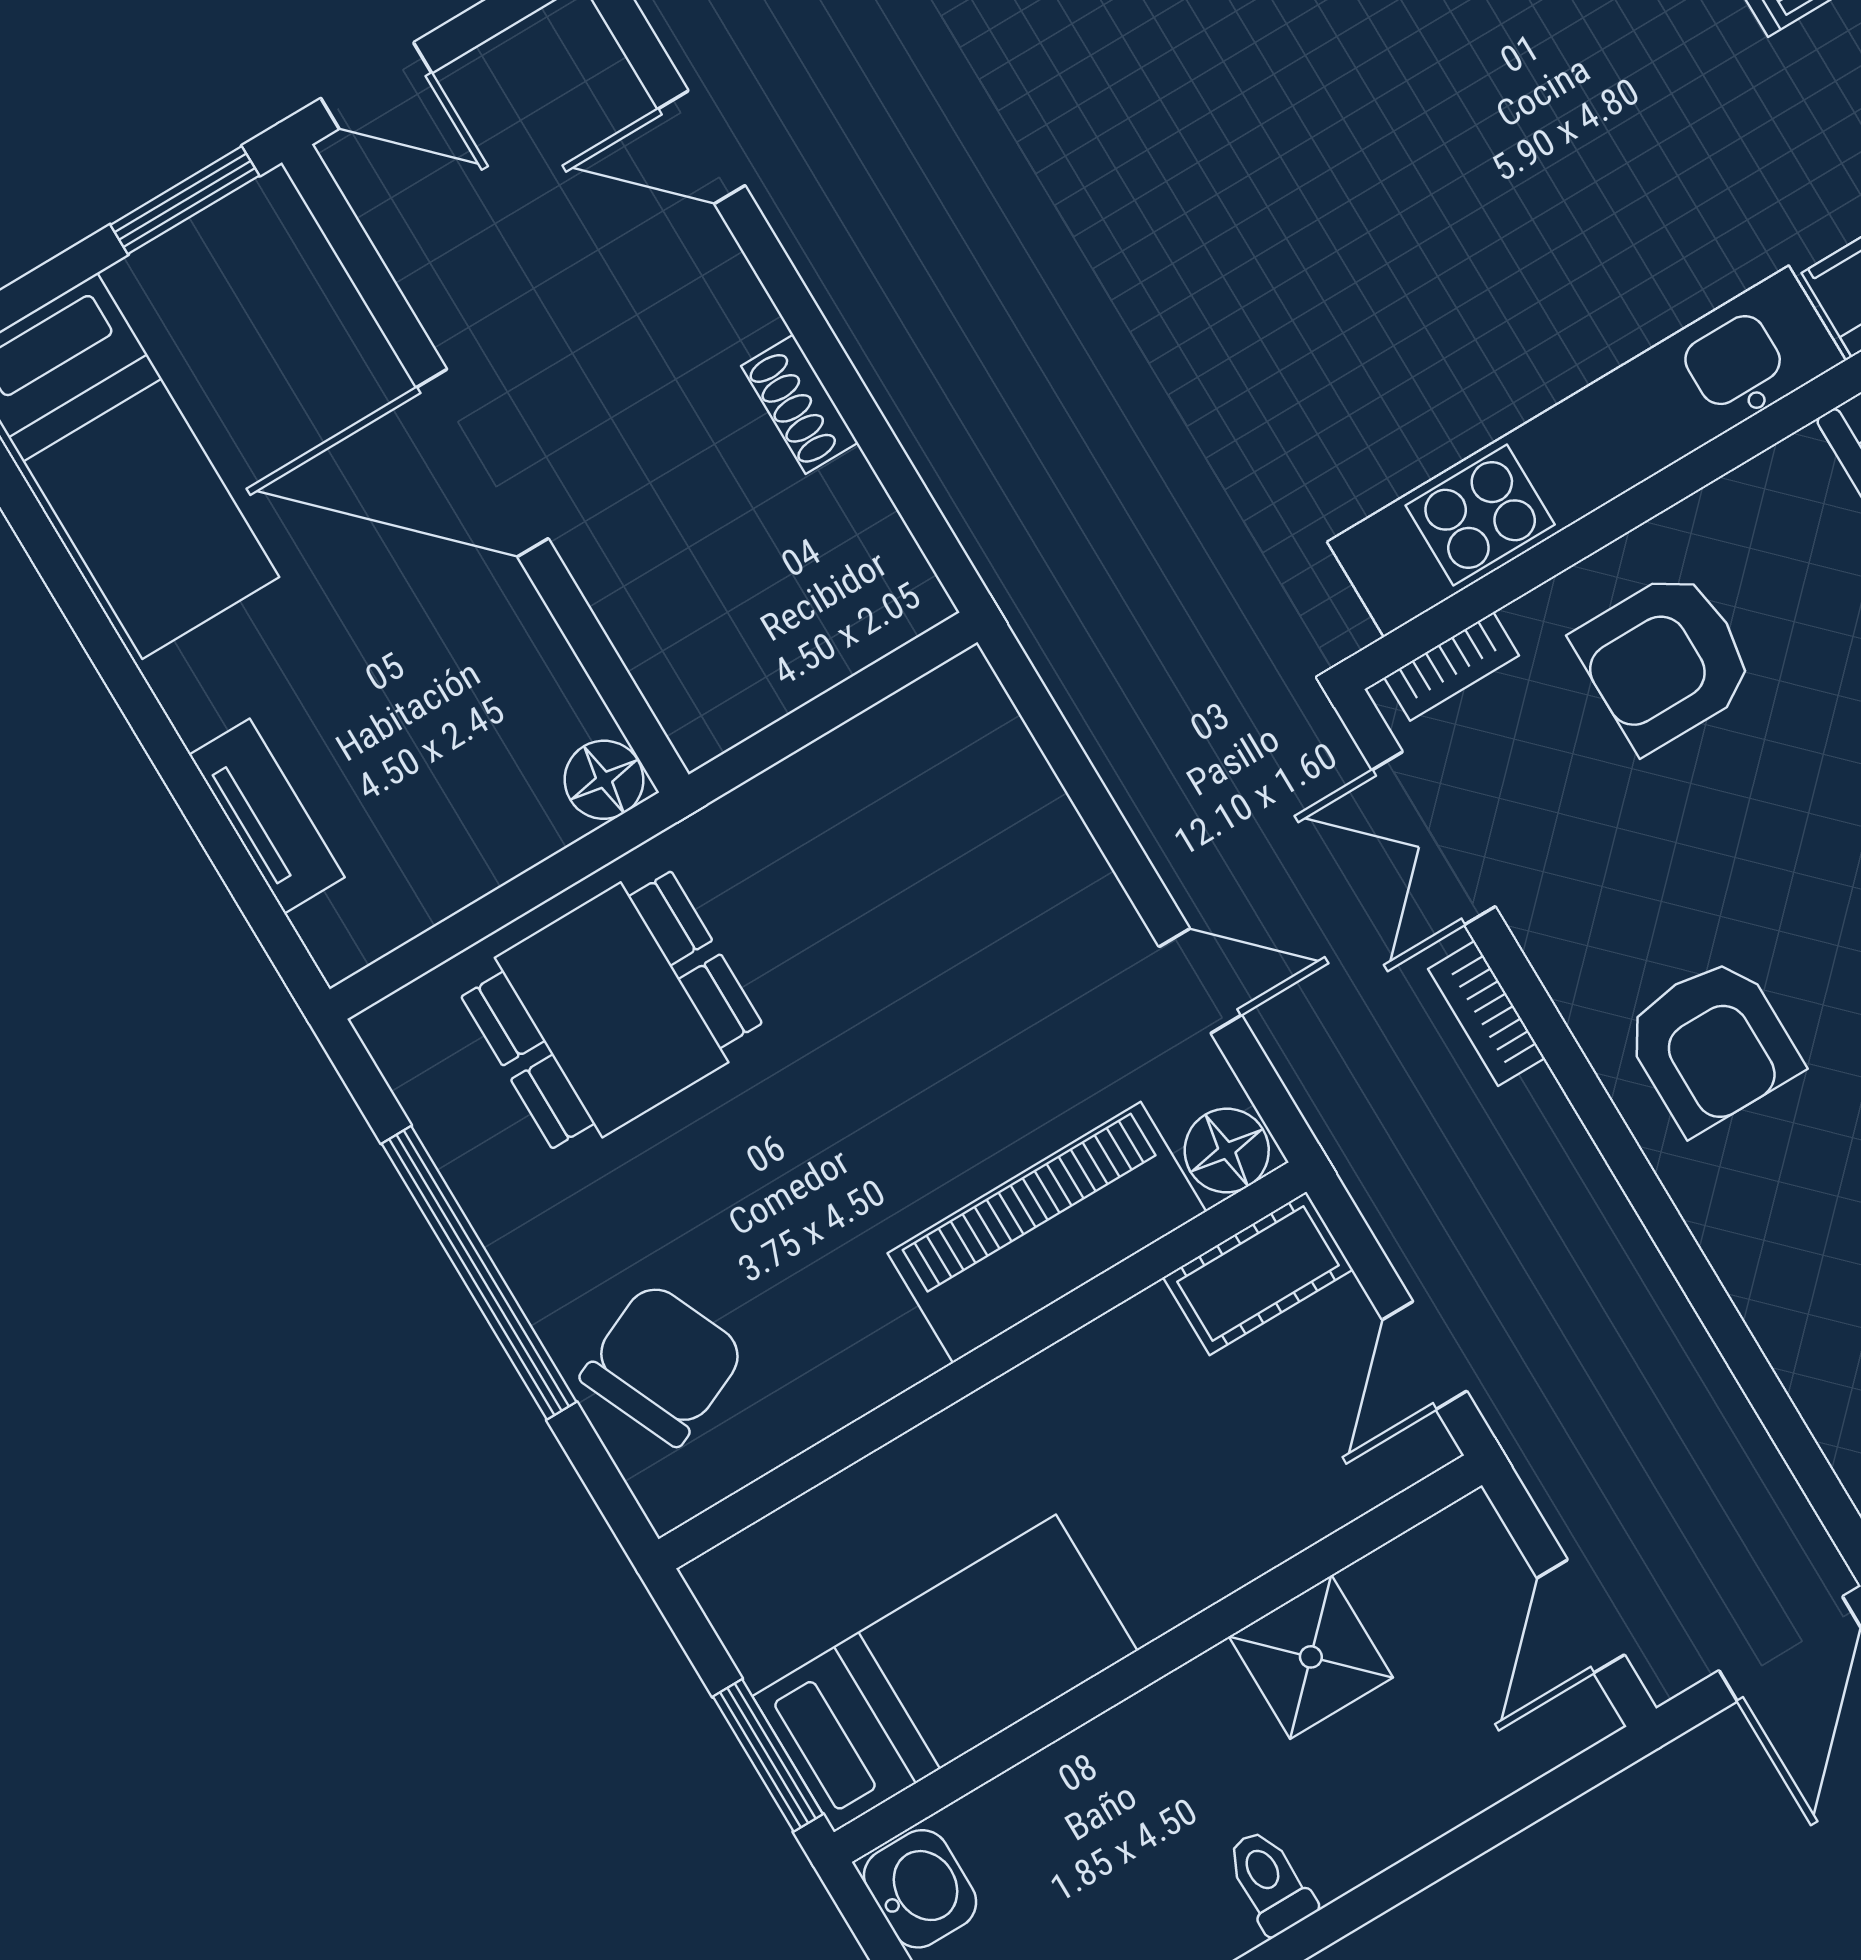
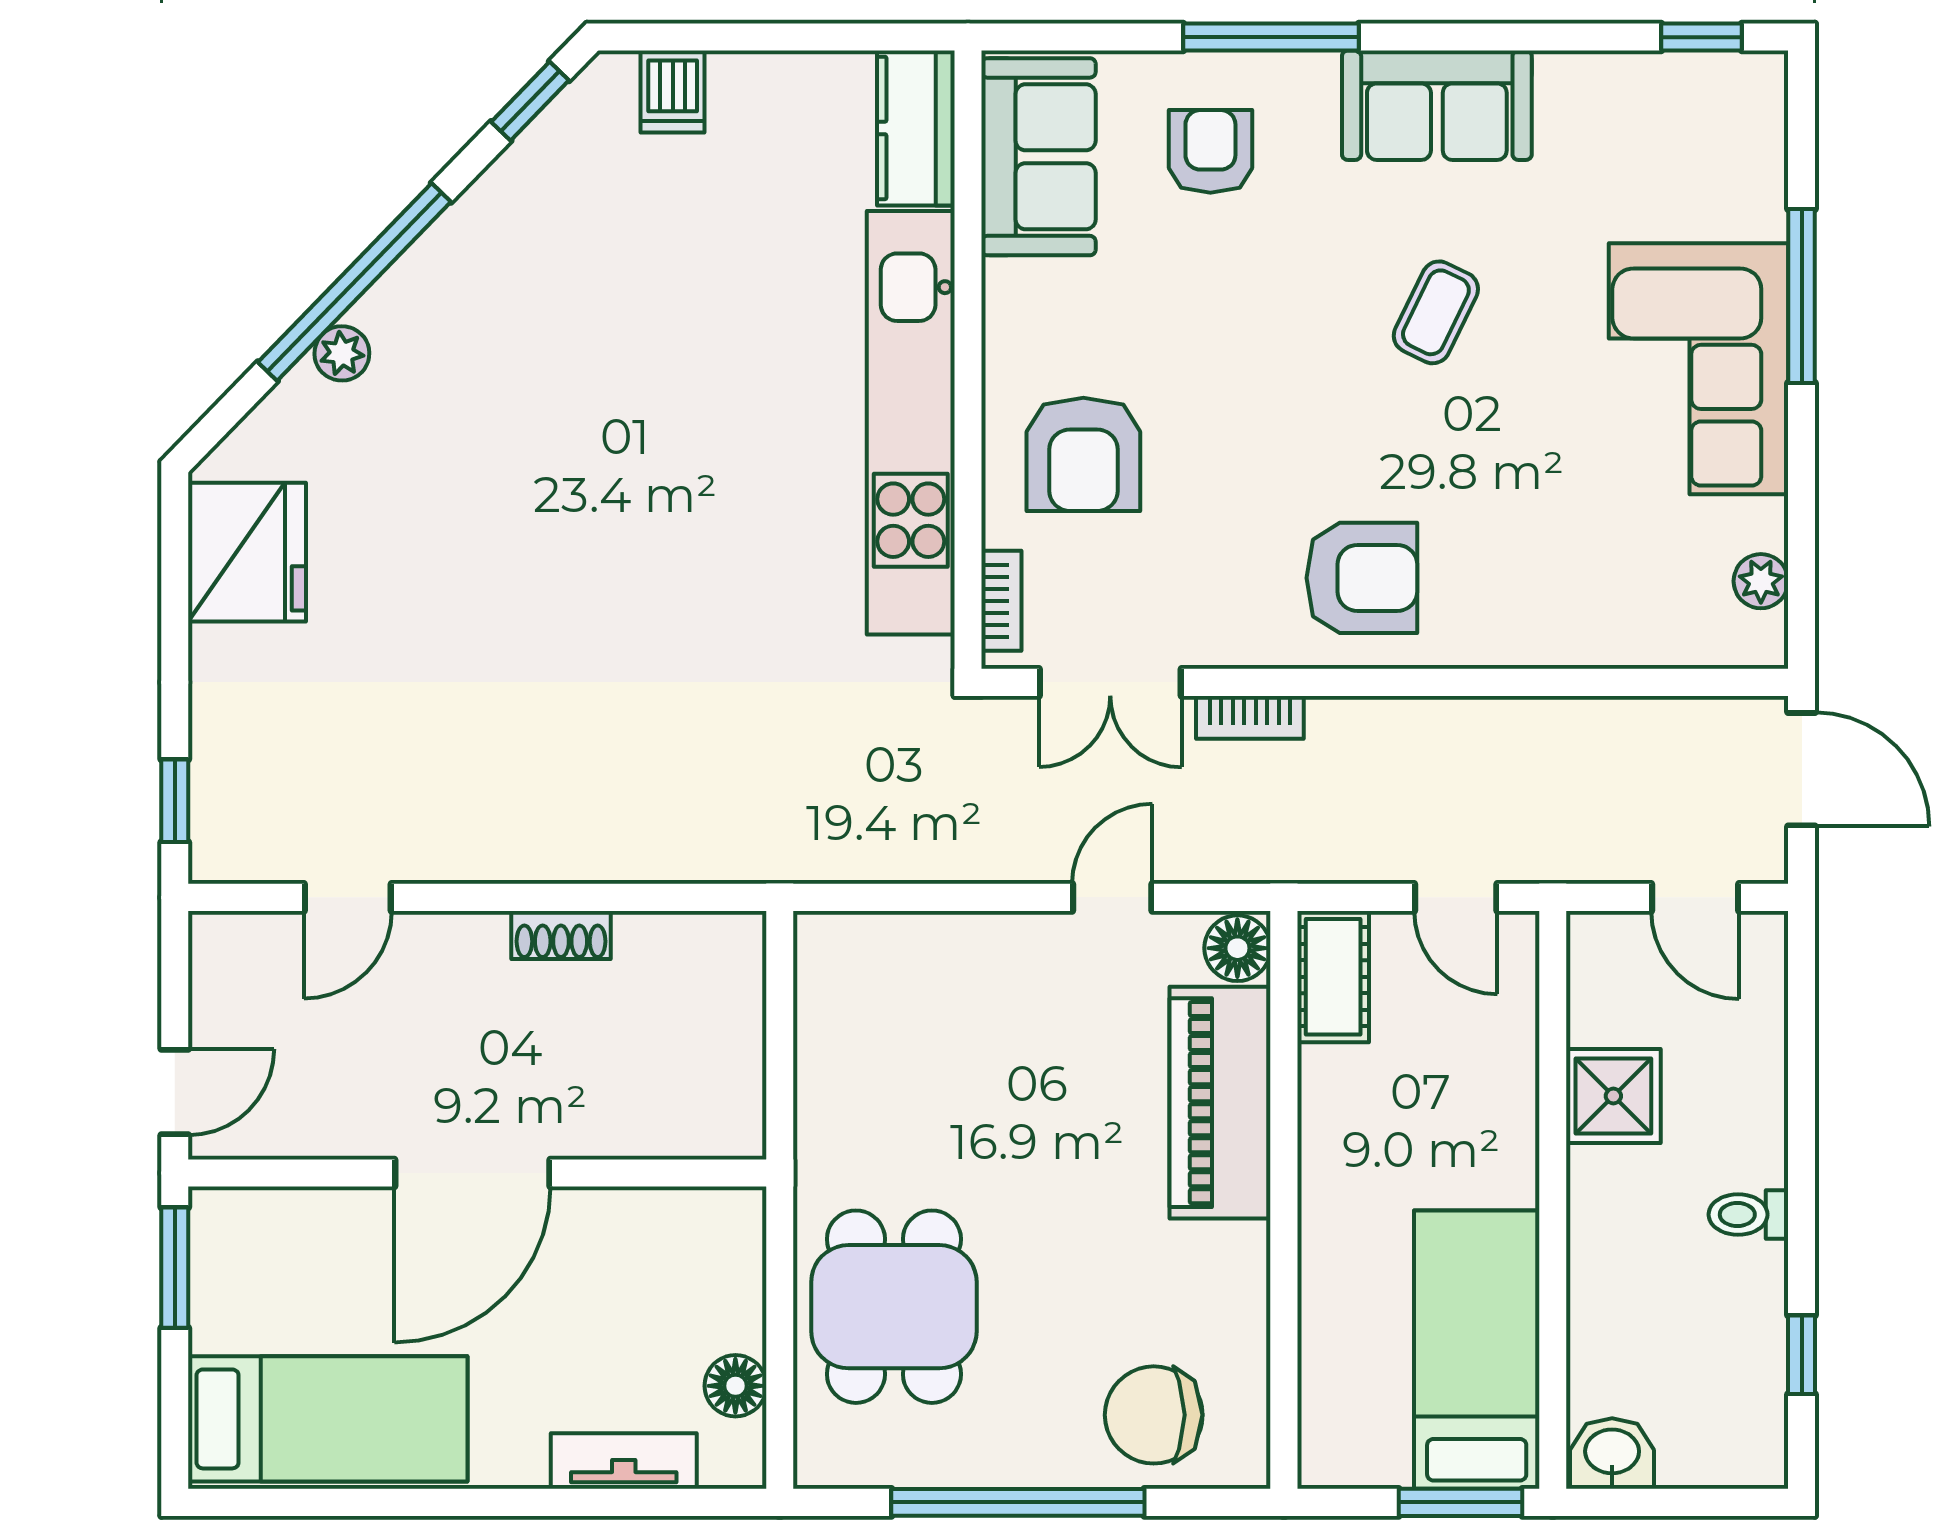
floor lamp: (604, 780) -> (735, 1386), moved
chair: (663, 1364) -> (1154, 1415), turned -66

